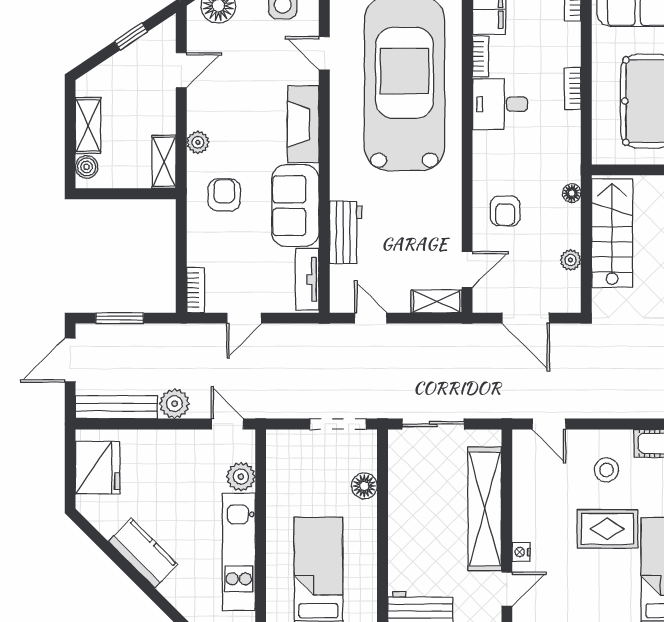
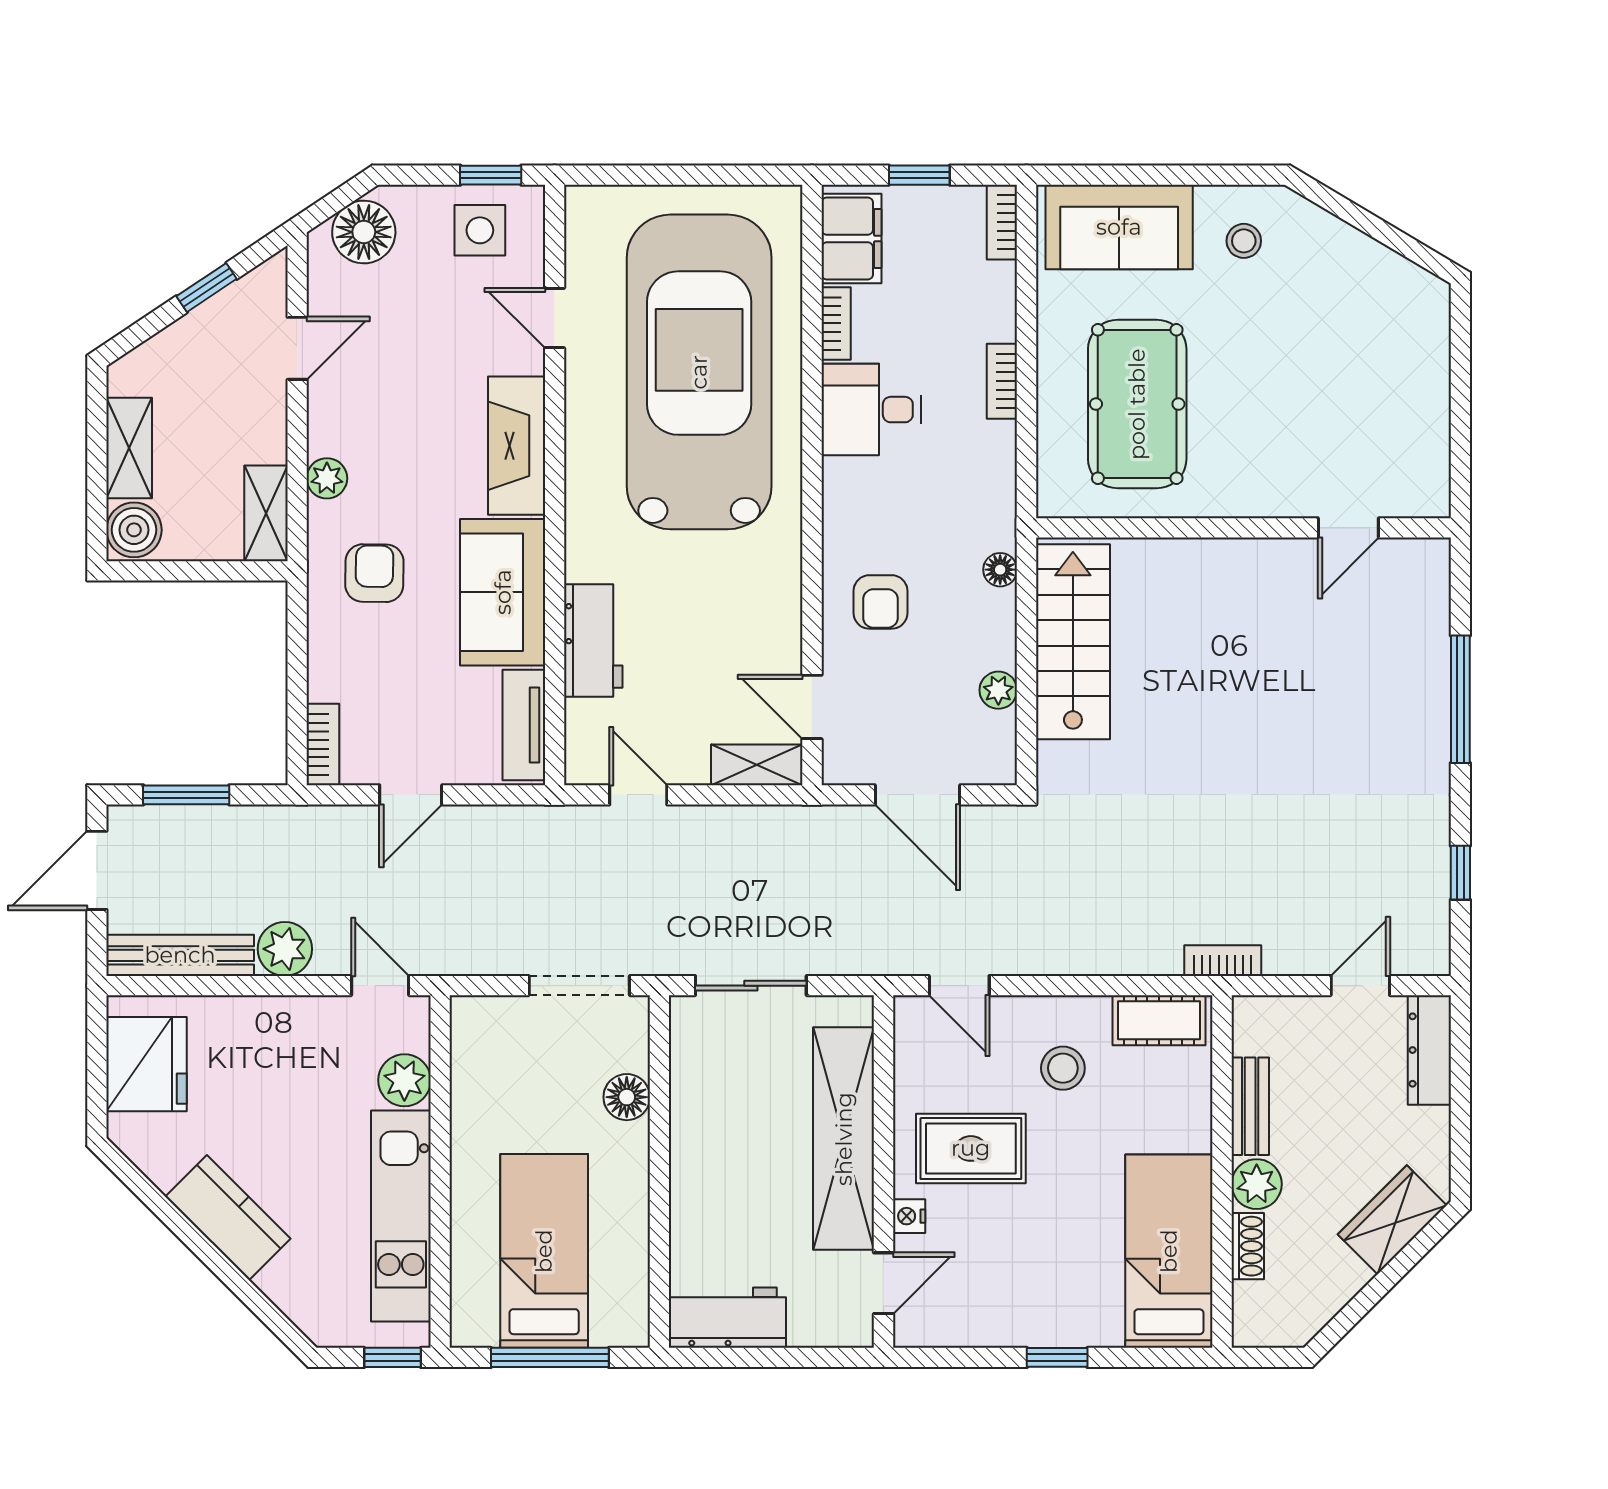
boiler: (87, 167) -> (134, 530), width x1.36, depth x1.36
door: (467, 269) -> (812, 707), swing flipped
rug: (607, 529) -> (971, 1148), moved

